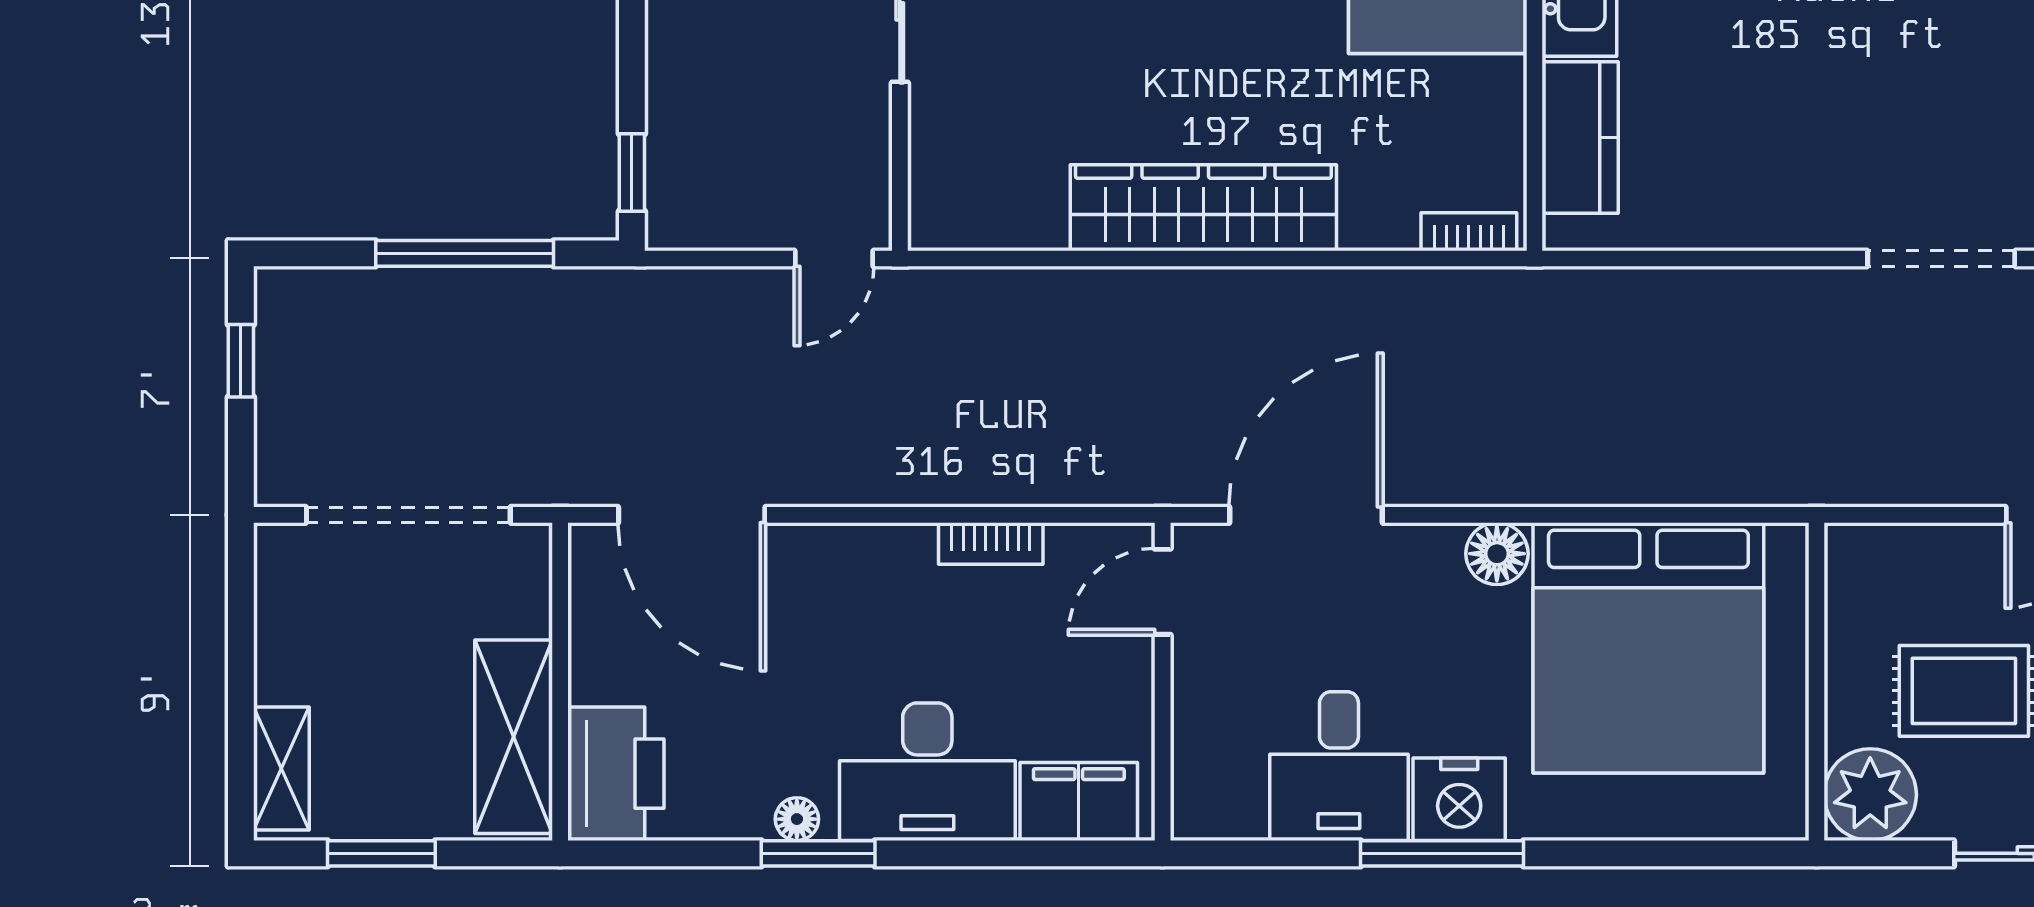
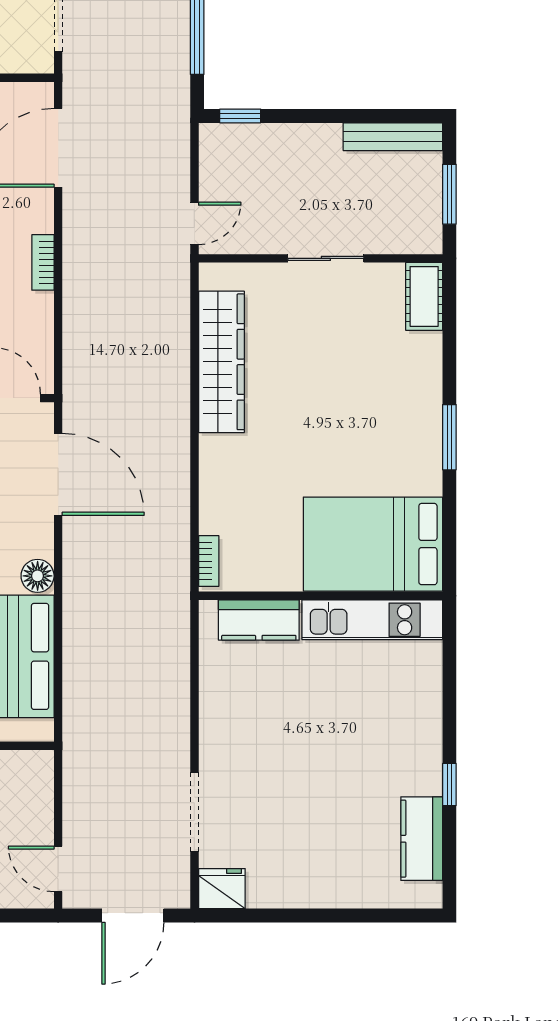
wardrobe: (1203, 208) -> (221, 362), moved
door: (834, 258) -> (194, 223), swing flipped
bookcase: (991, 543) -> (43, 262), moved

